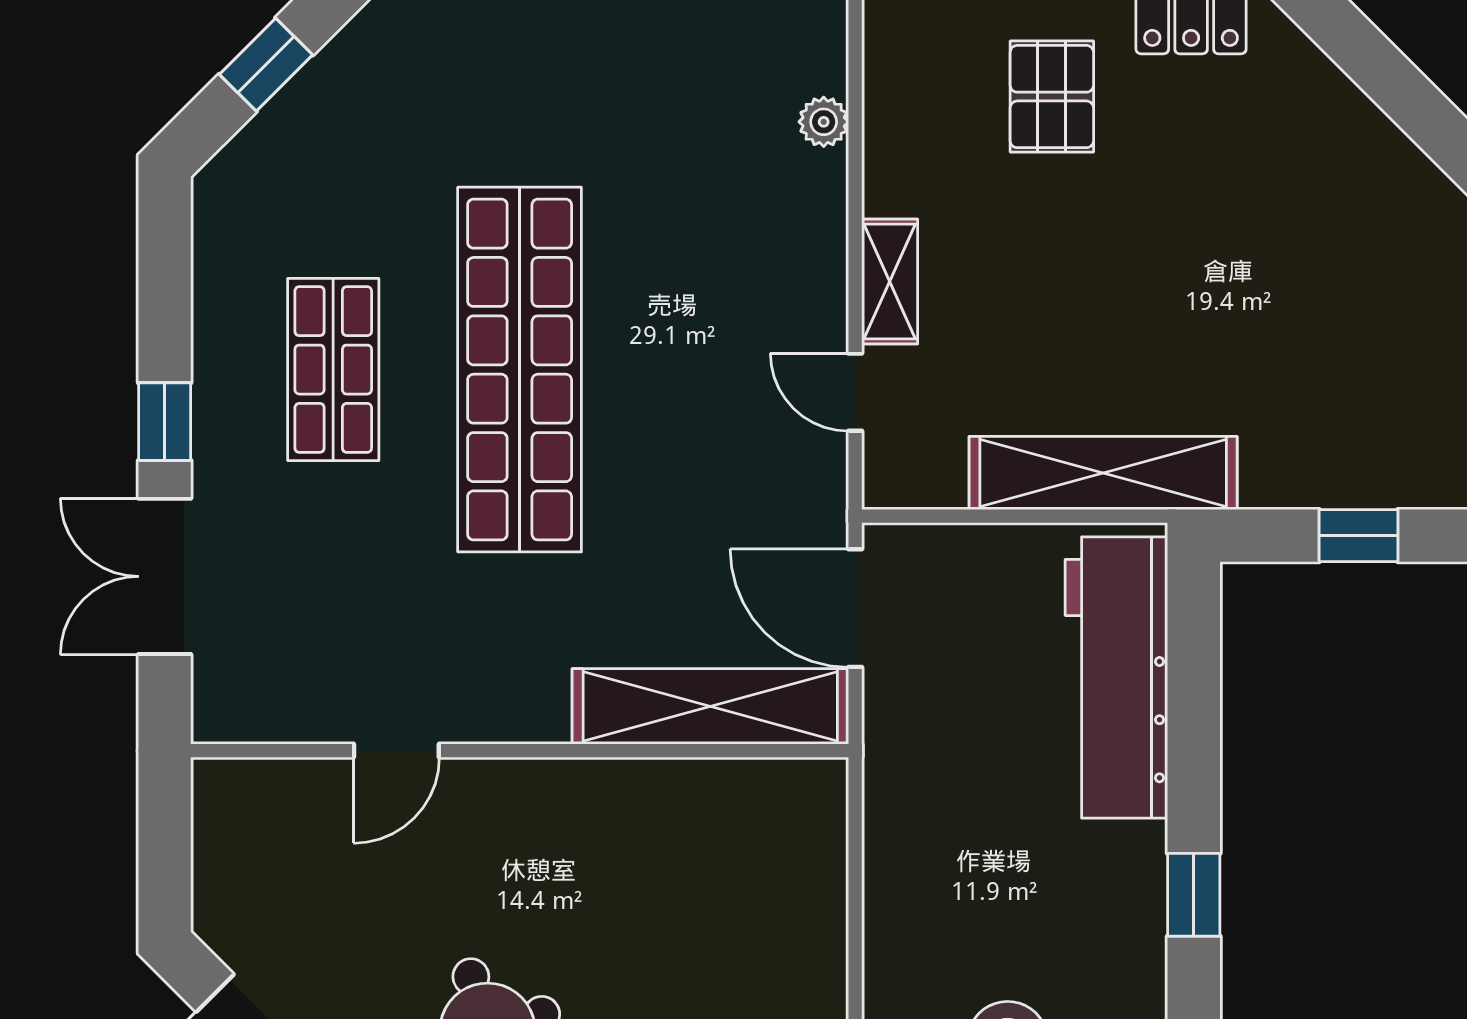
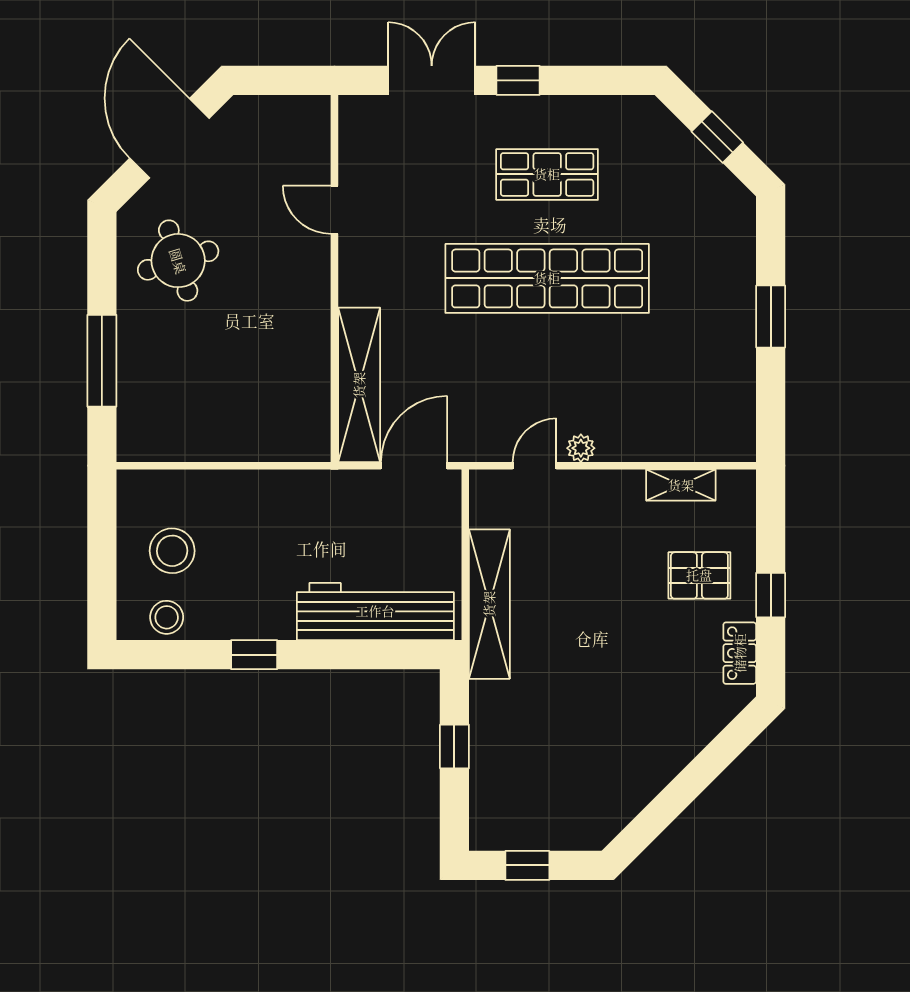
plant: (824, 122) -> (581, 448), moved
shelving: (890, 282) -> (681, 485), moved

